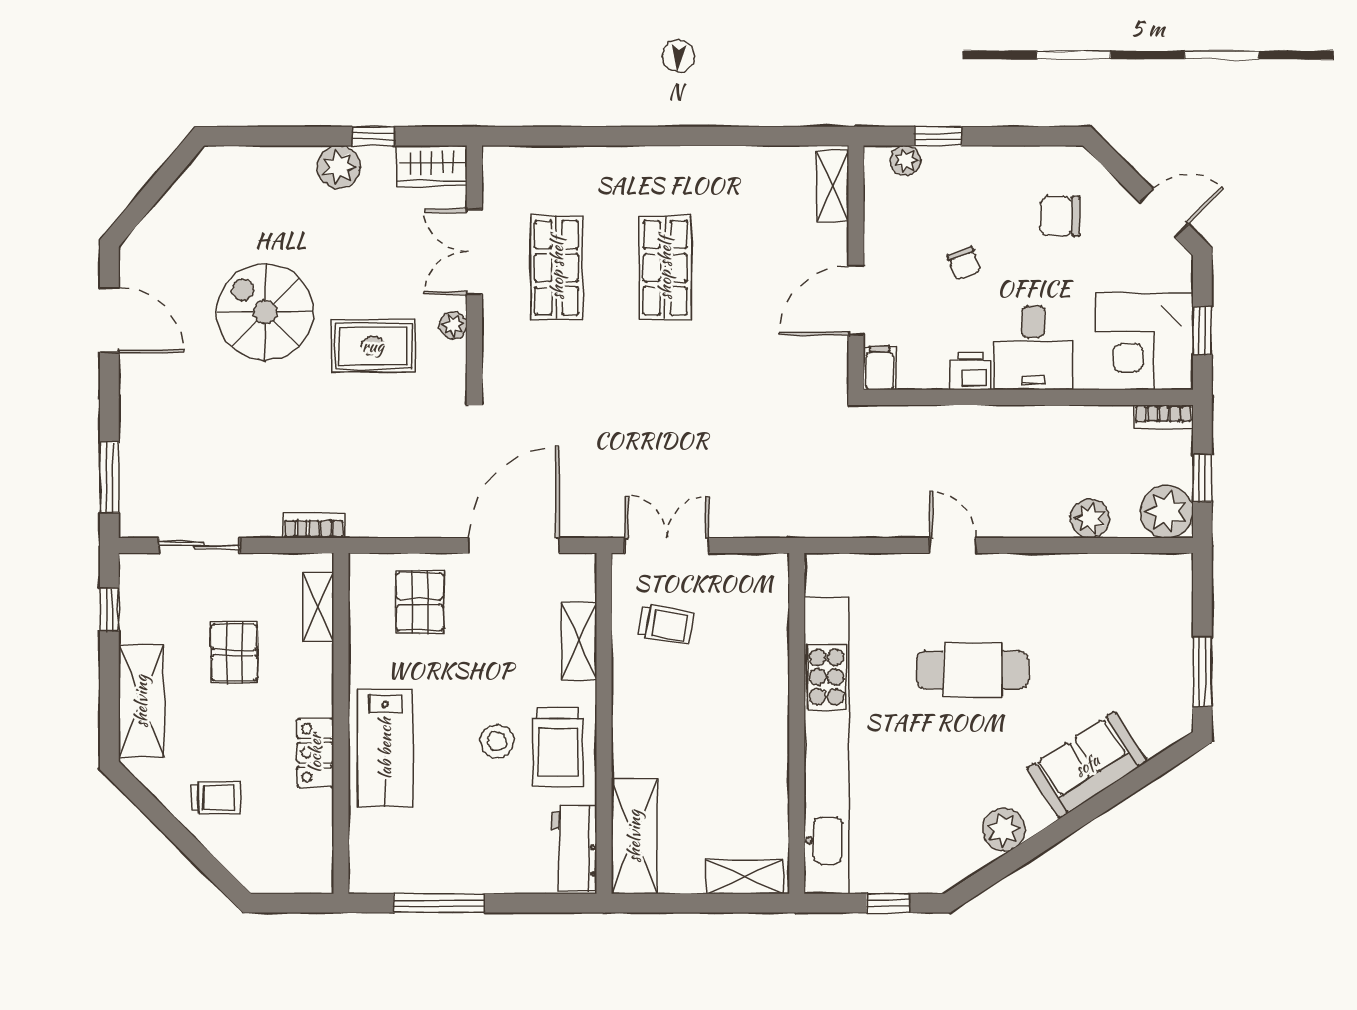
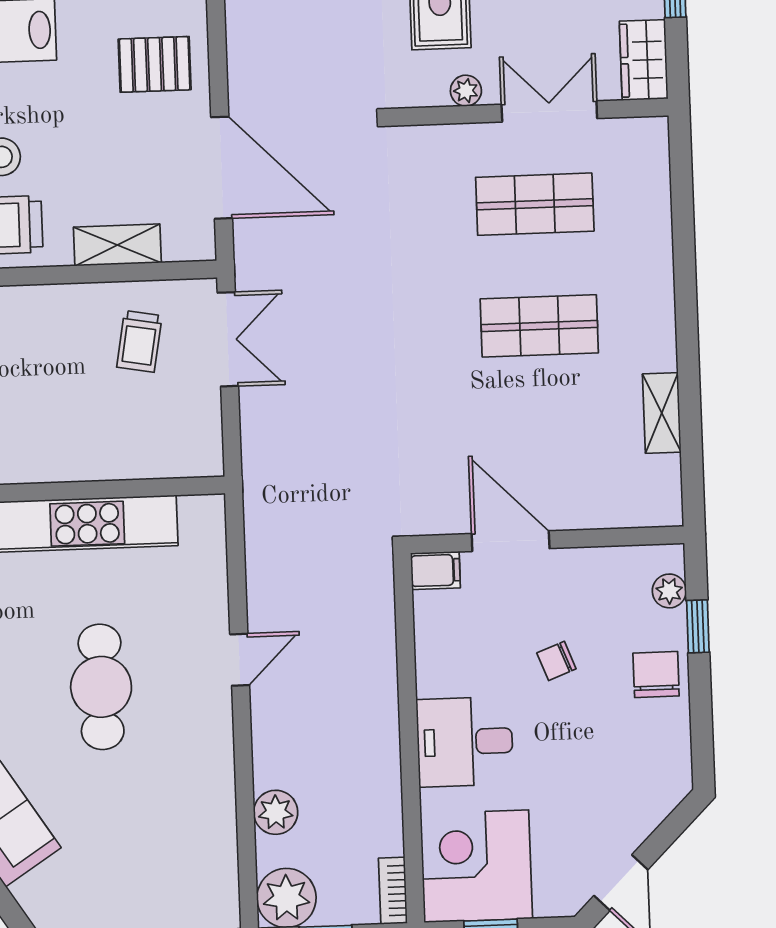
shelving: (833, 186) -> (662, 413), moved, turned 90
chair: (1060, 216) -> (656, 674), moved
printer: (970, 371) -> (436, 672), removed

